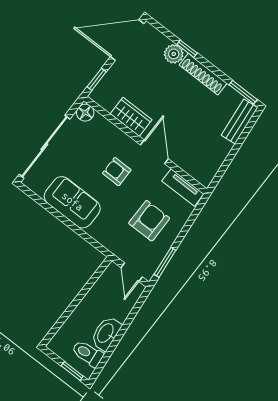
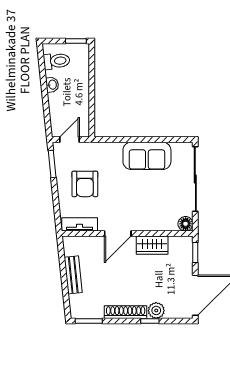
bench: (239, 121) -> (73, 275), moved
door: (154, 152) -> (118, 234), hinge flipped
armchair: (117, 172) -> (133, 200), removed
door: (132, 272) -> (70, 140), hinge flipped
washbasin: (106, 333) -> (52, 85), width x0.52, depth x0.69
window: (72, 371) -> (76, 41), moved

